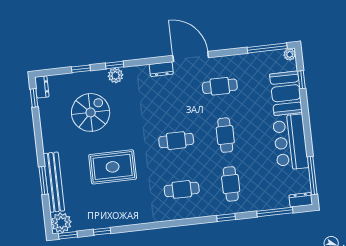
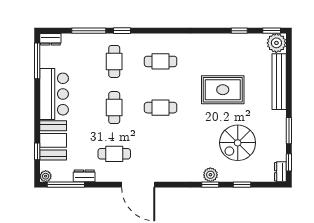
dresser: (161, 69) -> (84, 176), moved
window: (43, 181) -> (289, 131), moved
window: (275, 212) -> (89, 31), moved

